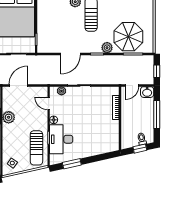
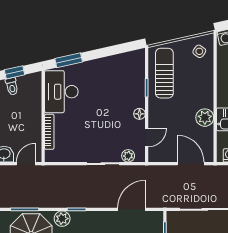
door: (71, 54) -> (132, 209), moved
door: (18, 85) -> (191, 164), swing flipped
door: (49, 104) -> (147, 138), hinge flipped
desk: (61, 139) -> (61, 92), moved, turned 180
window: (72, 164) -> (69, 60), moved

